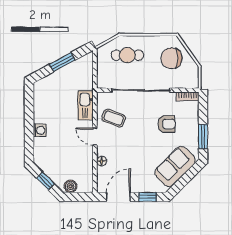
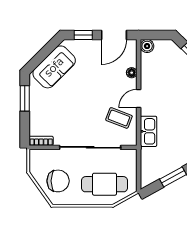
cafe table: (127, 55) -> (105, 184), width x1.37, depth x1.35
armchair: (166, 124) -> (63, 112), removed
door: (95, 137) -> (139, 99), swing flipped
boiler: (71, 186) -> (147, 46), moved

